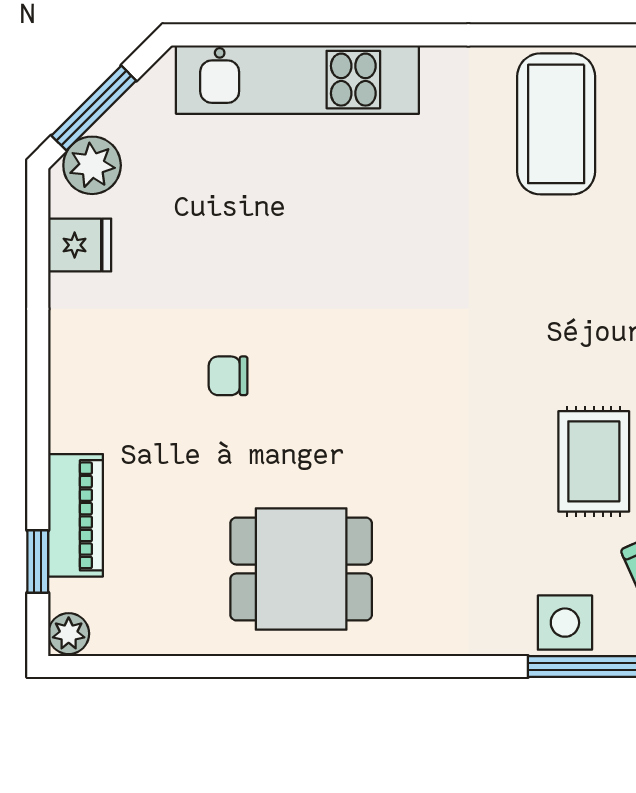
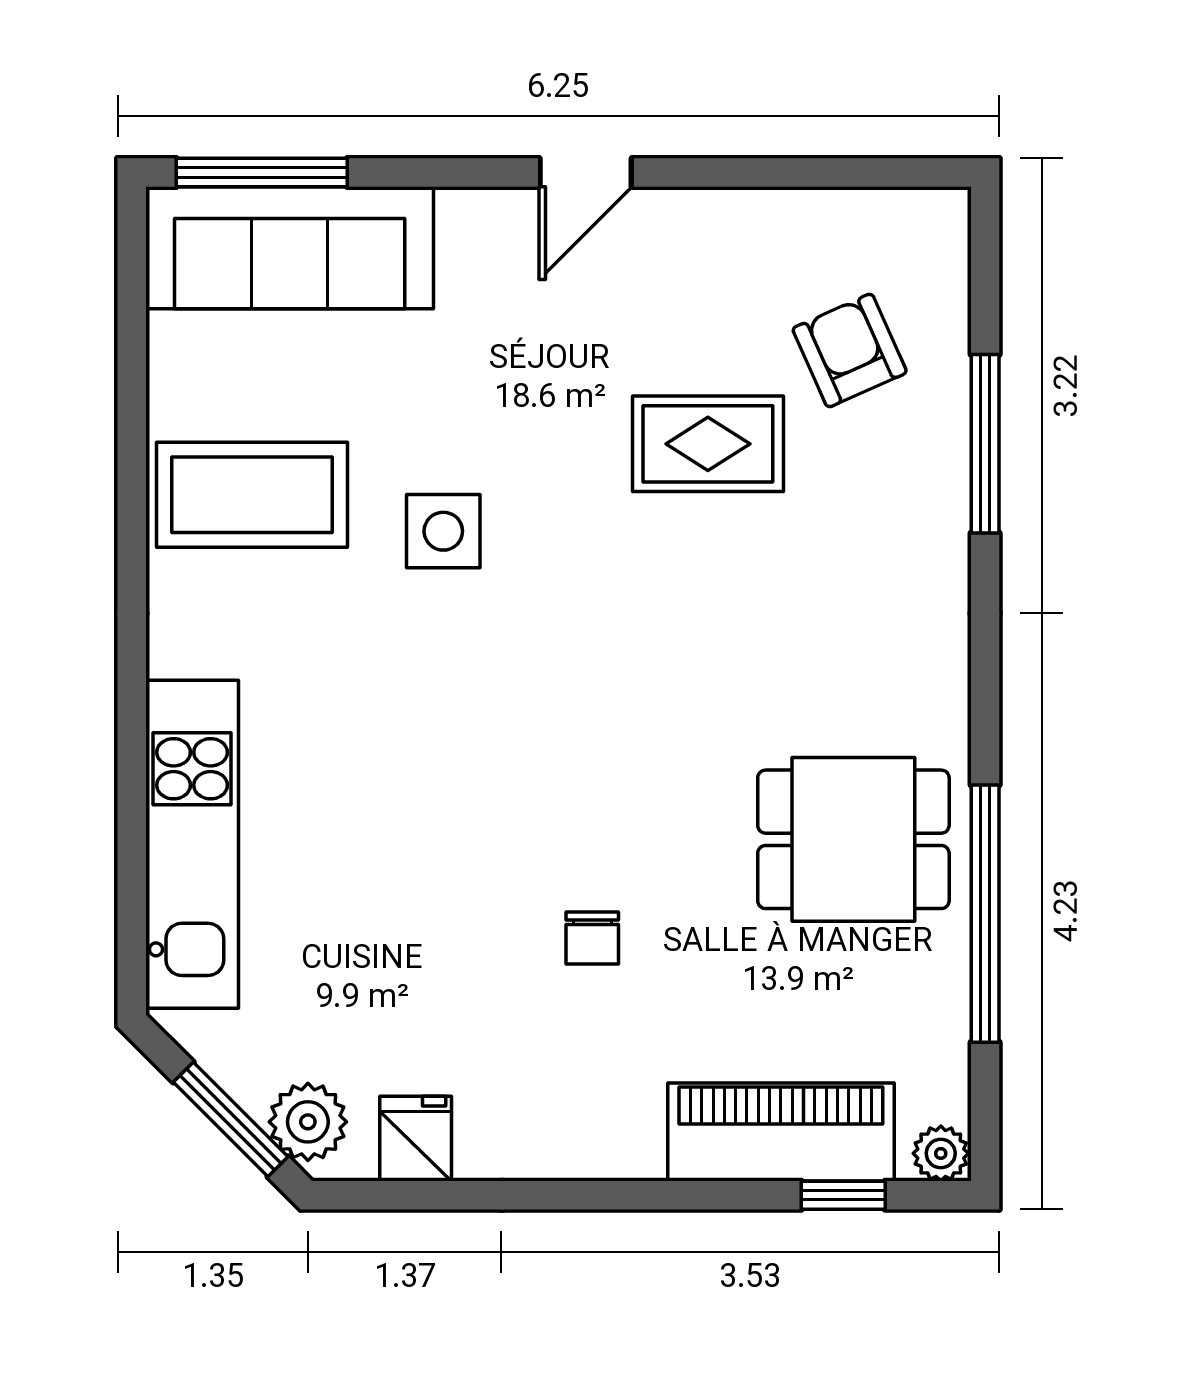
piano: (76, 515) -> (781, 1132), width x1.37, depth x1.33
dining table: (301, 569) -> (853, 839), turned 90
side table: (565, 623) -> (443, 531), moved
window: (246, 666) -> (985, 914), added

